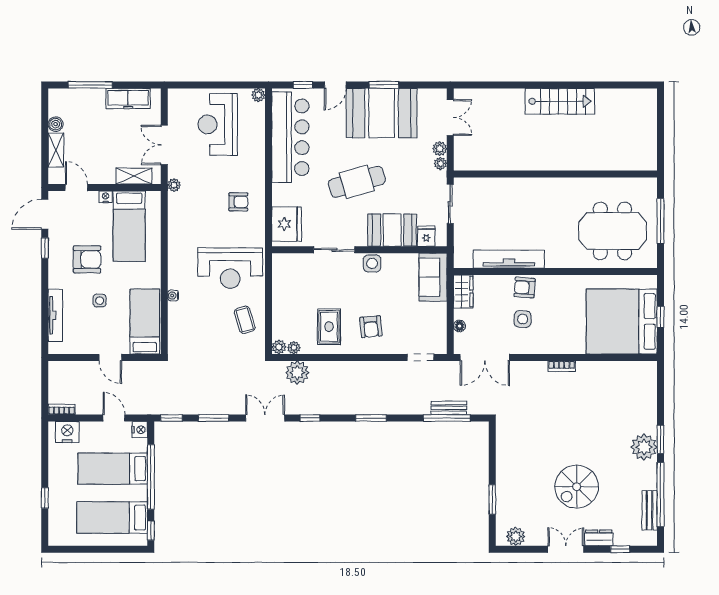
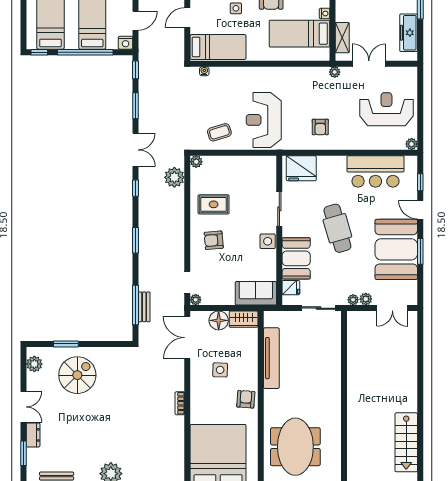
stairs: (560, 101) -> (406, 442), moved
bar counter: (290, 137) -> (375, 171), width x0.73
armchair: (525, 288) -> (246, 399), moved
water cooler: (173, 296) -> (204, 71), moved
floor lamp: (460, 326) -> (219, 320), width x1.89, depth x1.89
plant: (294, 348) -> (196, 300), moved
spiral stairs: (577, 487) -> (77, 375), moved, turned 90
window: (620, 549) -> (23, 453), width x1.50

